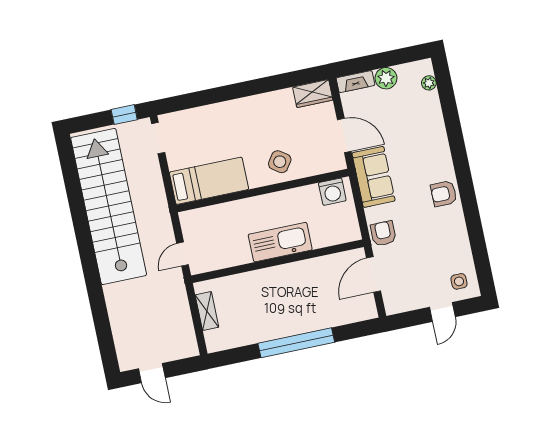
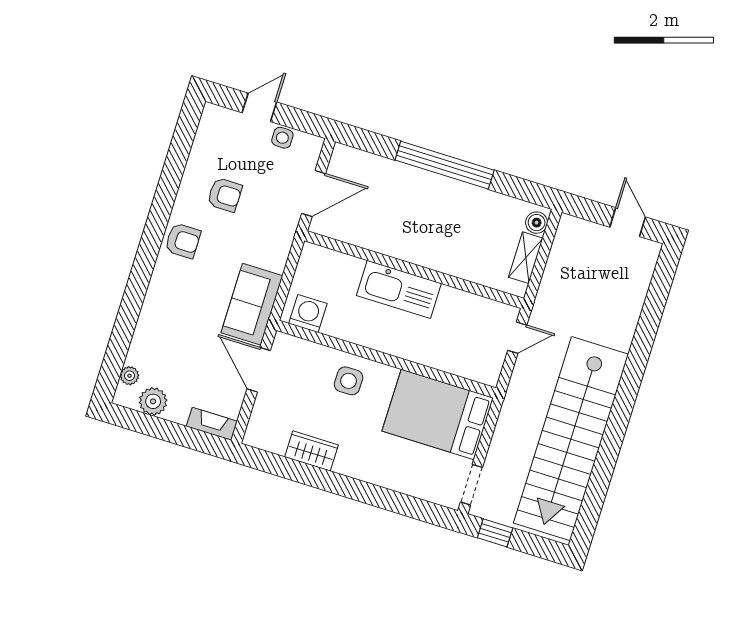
plant: (386, 78) -> (153, 401), moved
wardrobe: (313, 94) -> (312, 451), moved
side table: (280, 162) -> (349, 381), turned -35
bed: (209, 181) -> (438, 414), width x1.50
armchair: (383, 233) -> (225, 195), moved, turned -90
side table: (459, 281) -> (282, 138), moved
boiler: (213, 339) -> (537, 223), added

